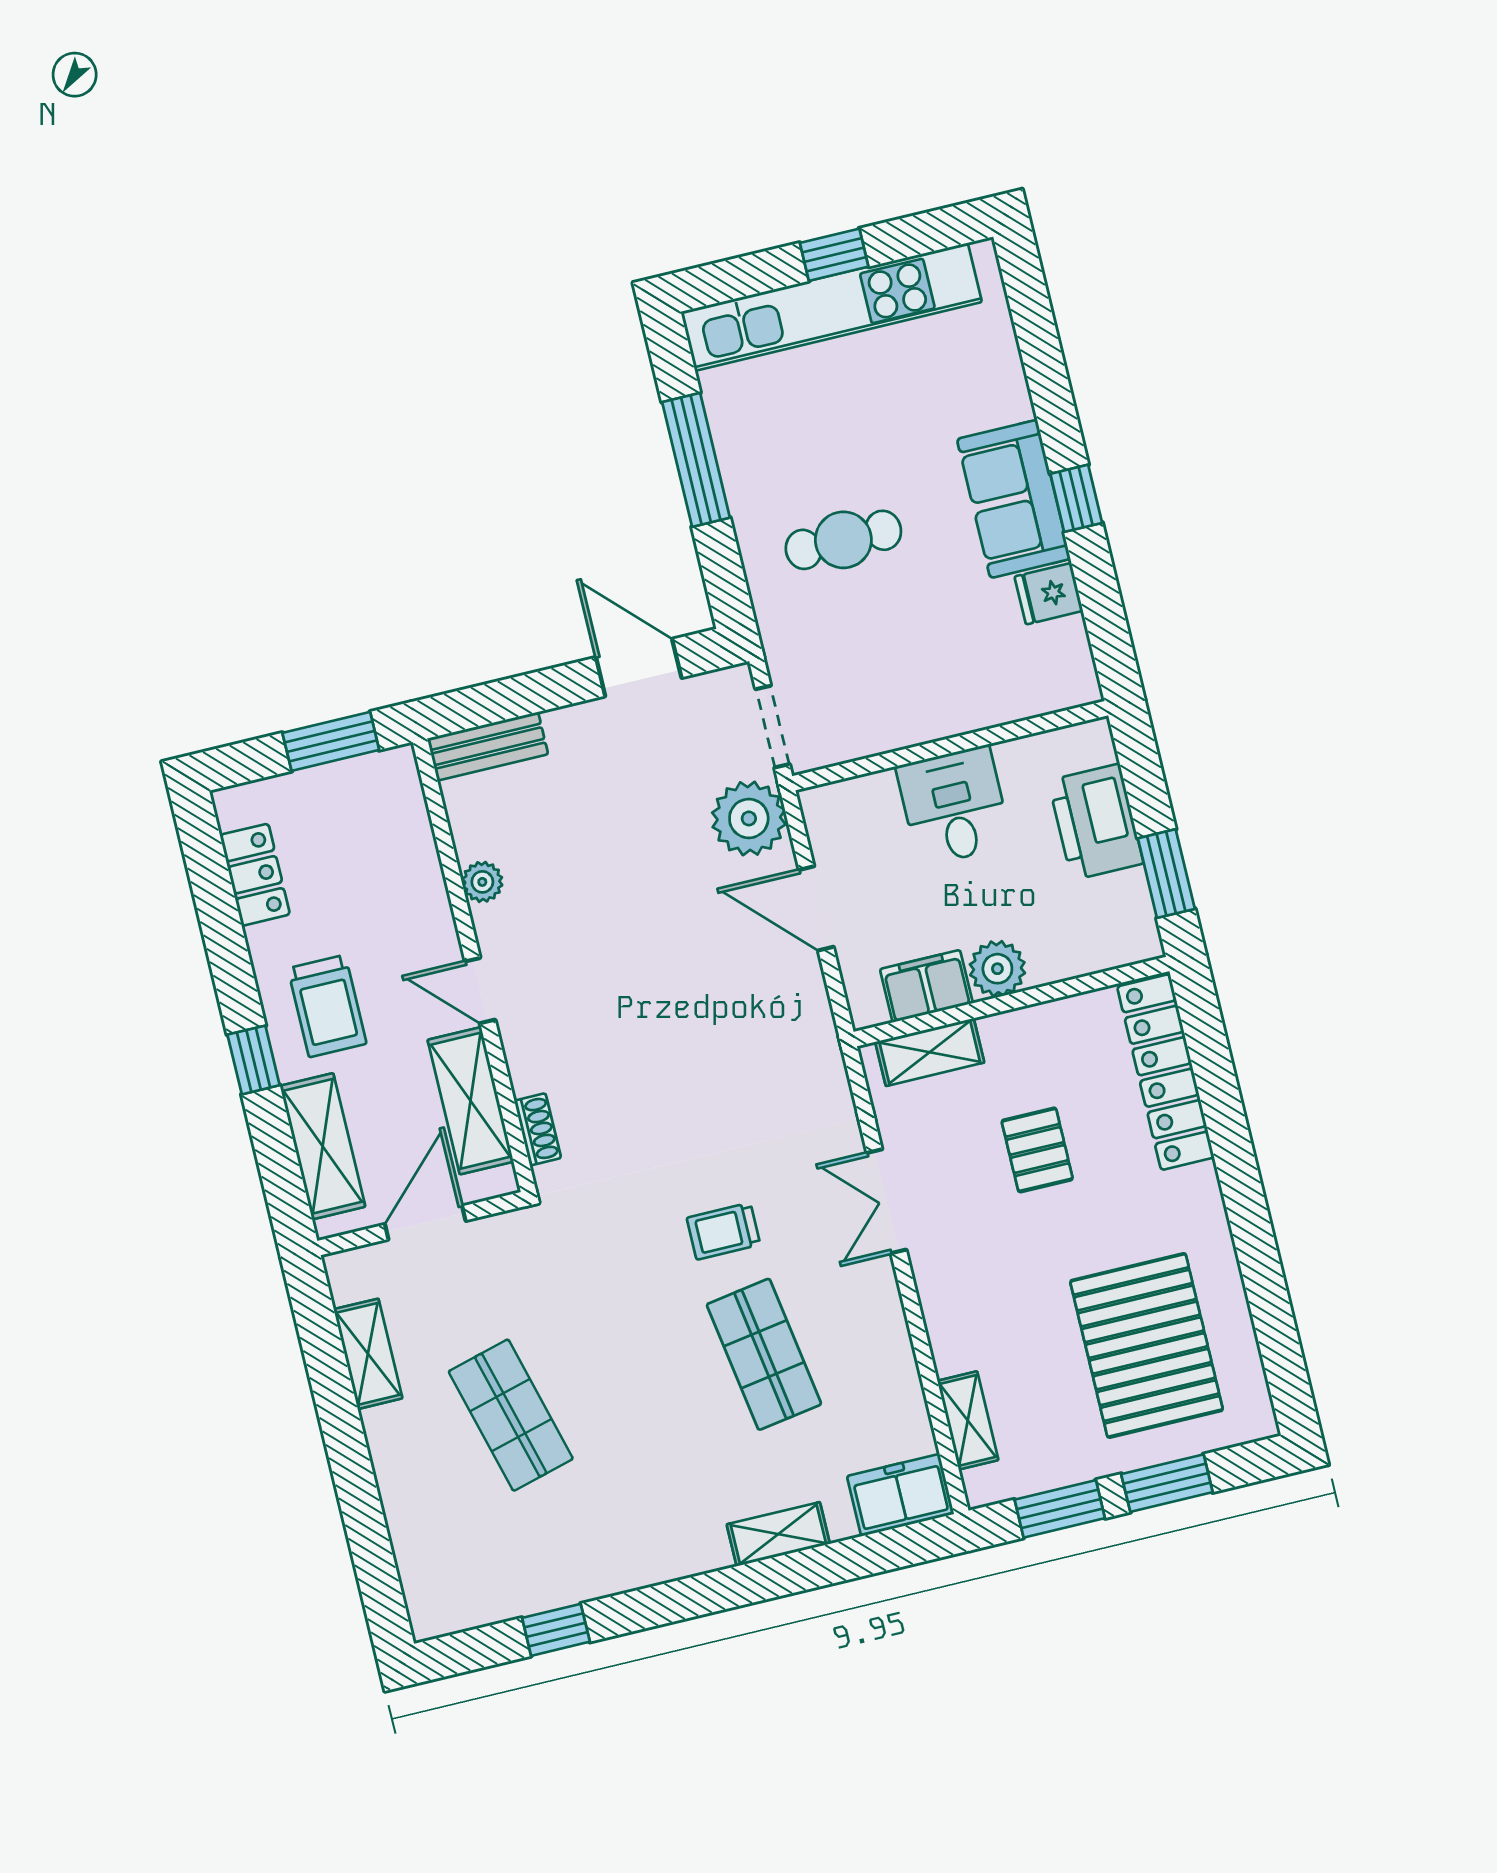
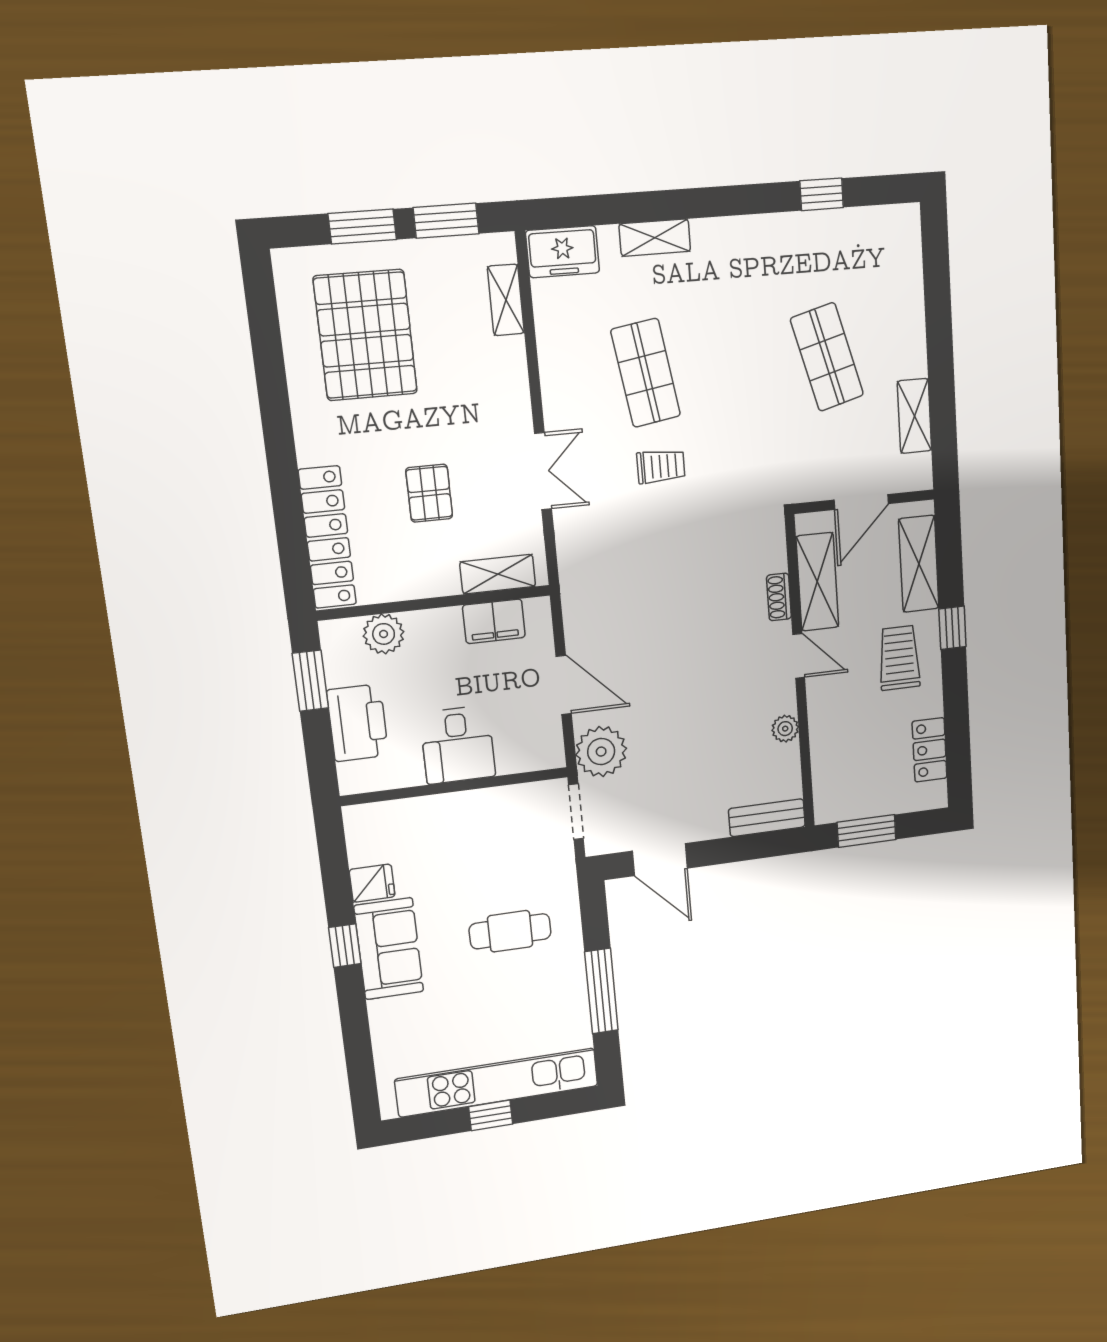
plant: (997, 969) -> (384, 634), moved
shoe rack: (538, 1129) -> (779, 597), moved

